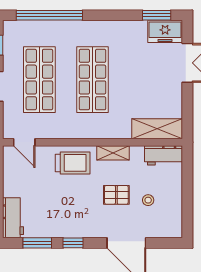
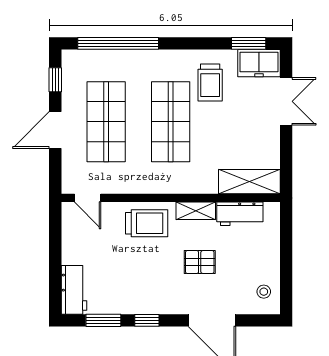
trolley: (125, 47) -> (210, 83), added
workbench: (163, 155) -> (240, 214), moved
stool: (148, 200) -> (264, 292), moved

